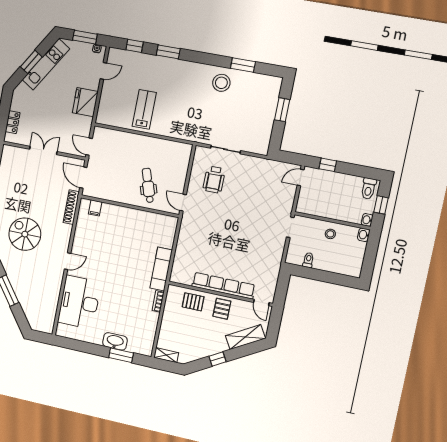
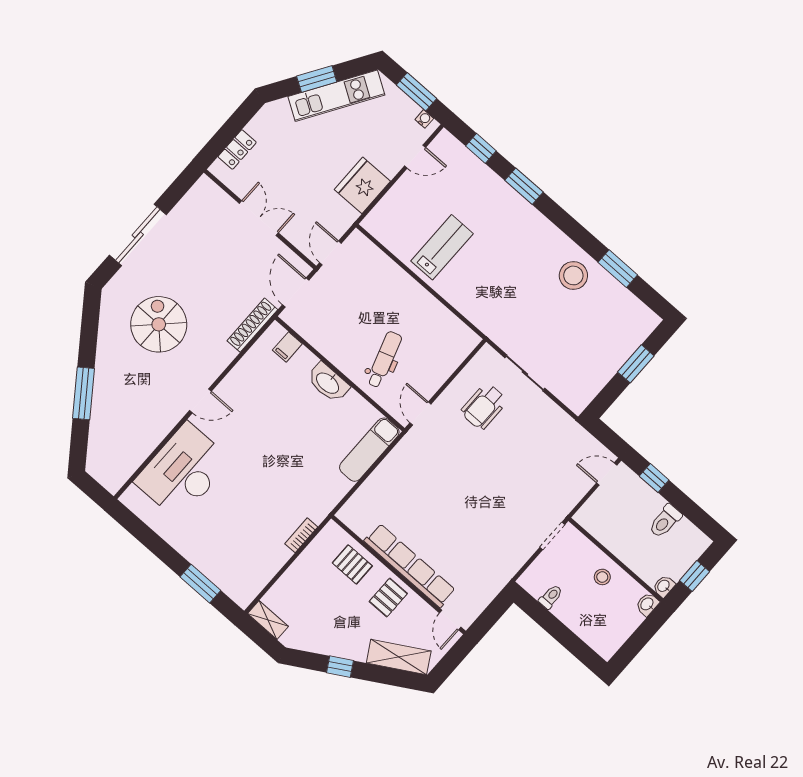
toilet: (368, 189) -> (665, 521), moved
exam couch: (161, 269) -> (369, 450), moved
washbasin: (115, 341) -> (328, 383), moved, turned 180

